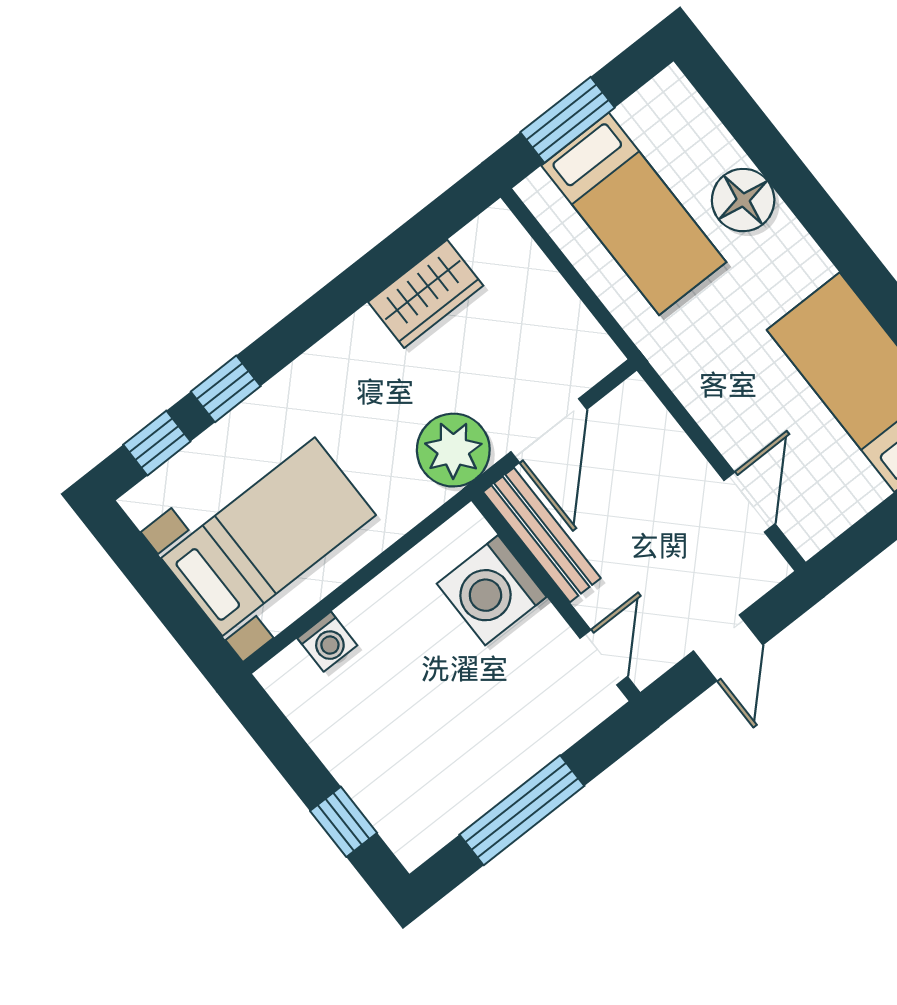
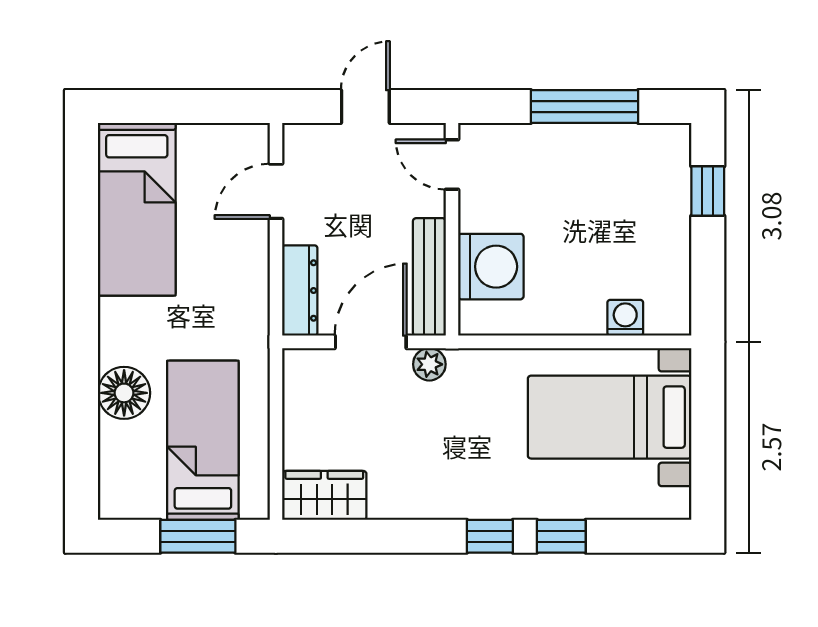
wardrobe: (426, 294) -> (324, 495), moved
dresser: (654, 426) -> (300, 291), added
window: (157, 443) -> (490, 536), moved
plant: (453, 450) -> (429, 364), width x0.53, depth x0.53
door: (604, 657) -> (452, 165), hinge flipped

